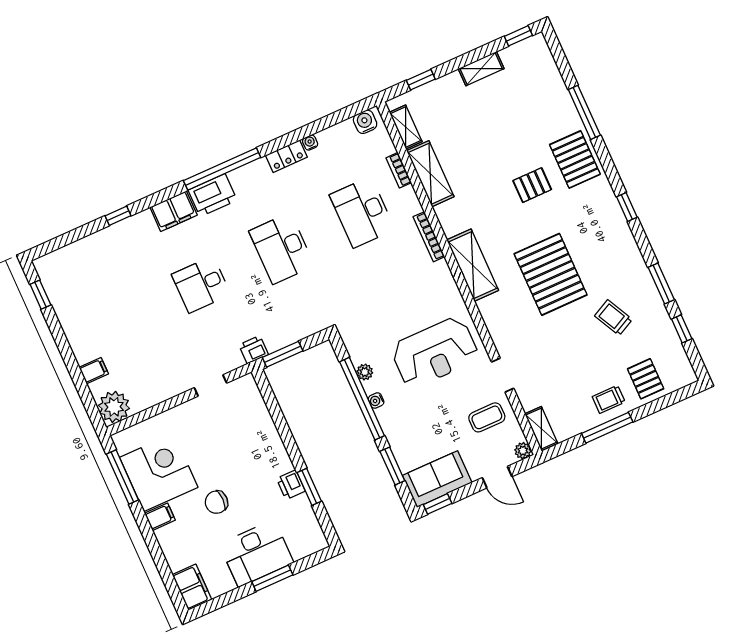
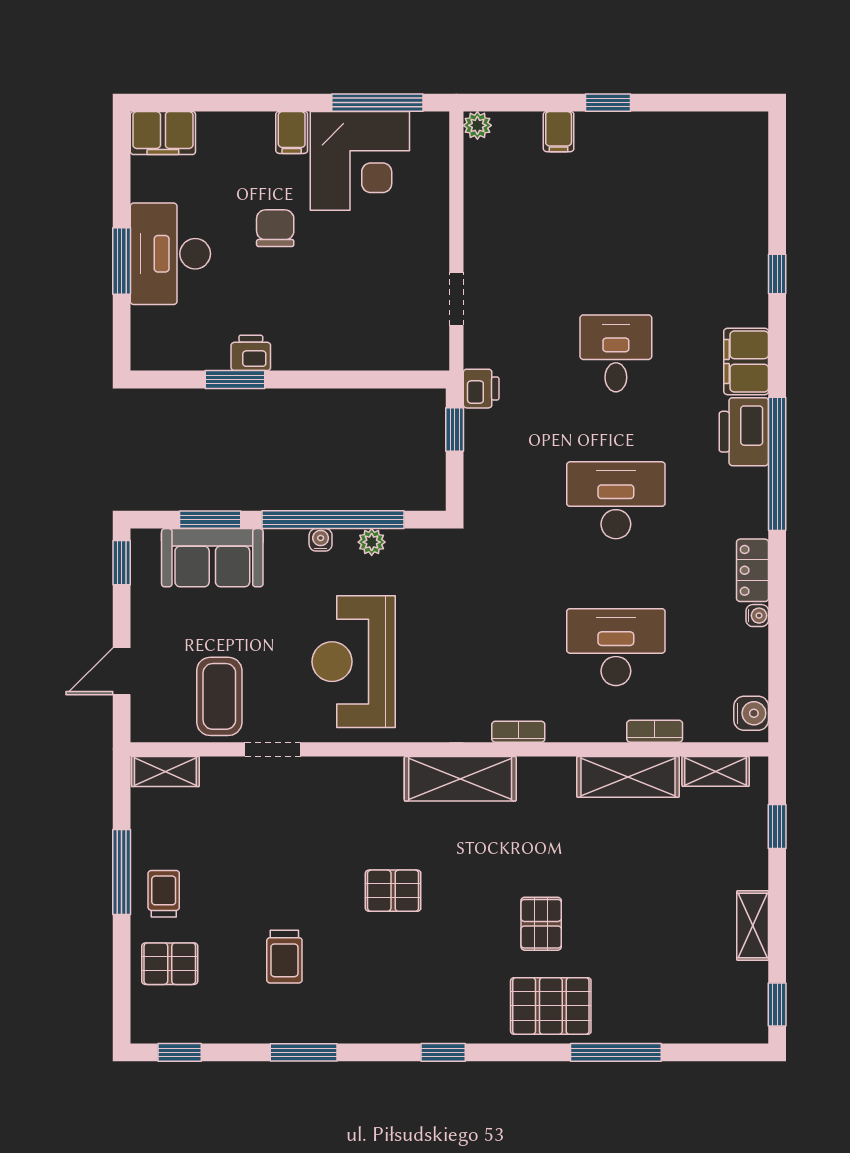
bookcase: (429, 237) -> (518, 732), width x0.64
pallet: (551, 274) -> (393, 891), width x0.49, depth x0.50
window: (40, 295) -> (608, 103), moved
trolley: (613, 318) -> (284, 957), turned 117
window: (682, 329) -> (180, 1052), moved
window: (283, 354) -> (455, 430), width x0.67
plant: (114, 407) -> (477, 125), width x0.53, depth x0.53
coffee table: (487, 417) -> (219, 696), width x1.36, depth x1.30
plant: (523, 451) -> (144, 728), removed
sofa: (437, 479) -> (212, 558), moved, turned 90

